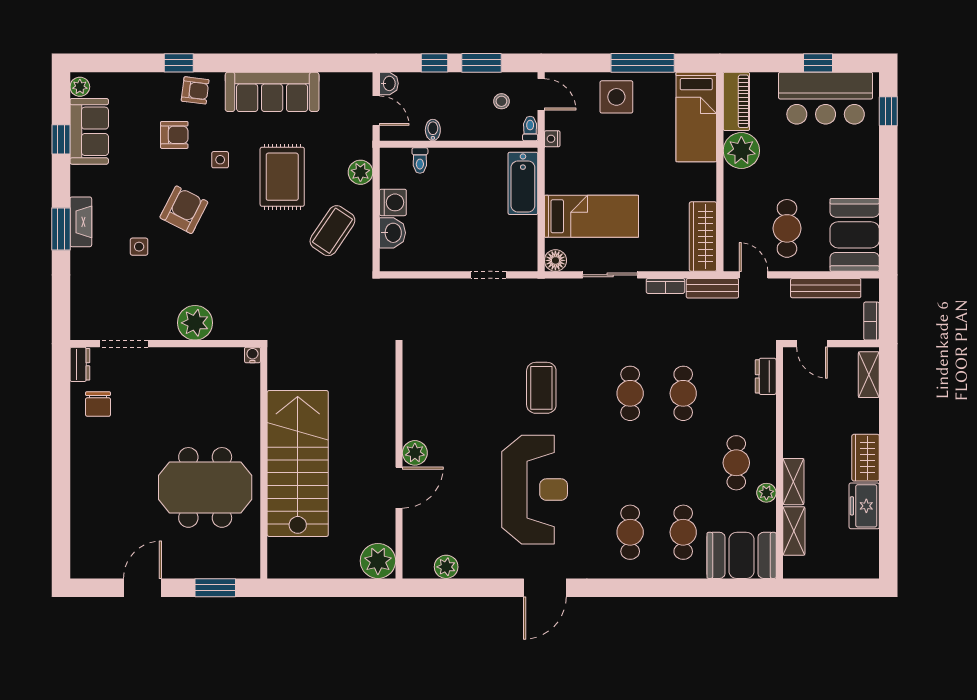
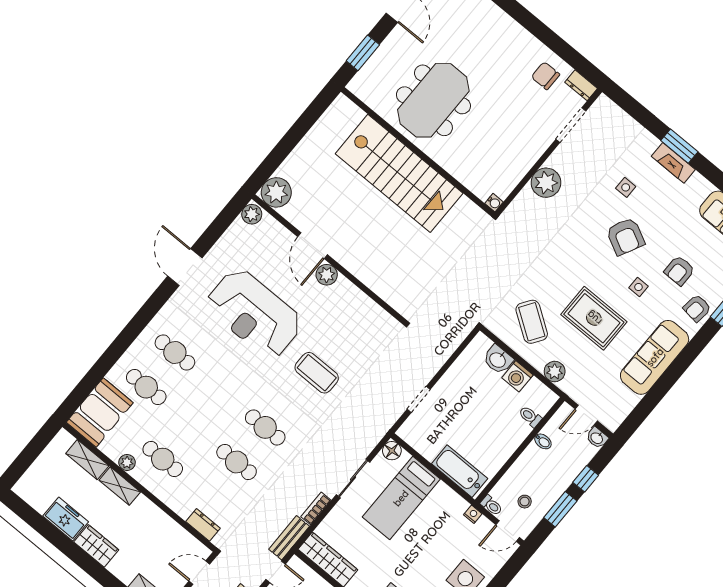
plant: (415, 453) -> (327, 275), moved
wall: (399, 463) -> (329, 259), moved
door: (399, 488) -> (313, 246), moved
plant: (378, 561) -> (276, 192), moved

